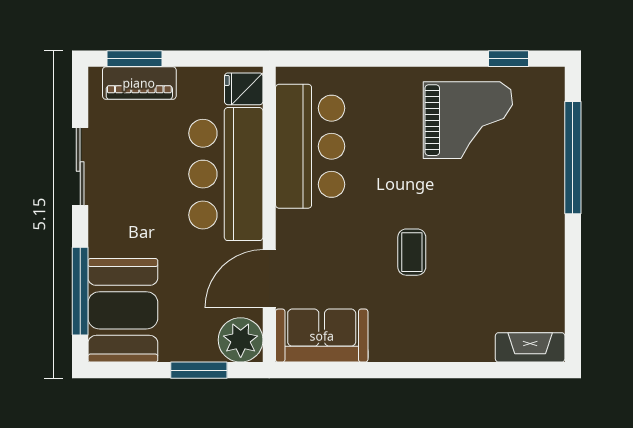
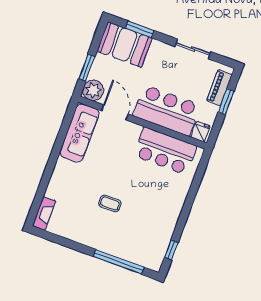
window: (135, 59) -> (226, 102), moved
grand piano: (468, 120) -> (151, 223), removed
coffee table: (412, 252) -> (110, 203), moved
window: (80, 291) -> (140, 29), width x0.69
sofa: (322, 336) -> (79, 133), width x1.36

